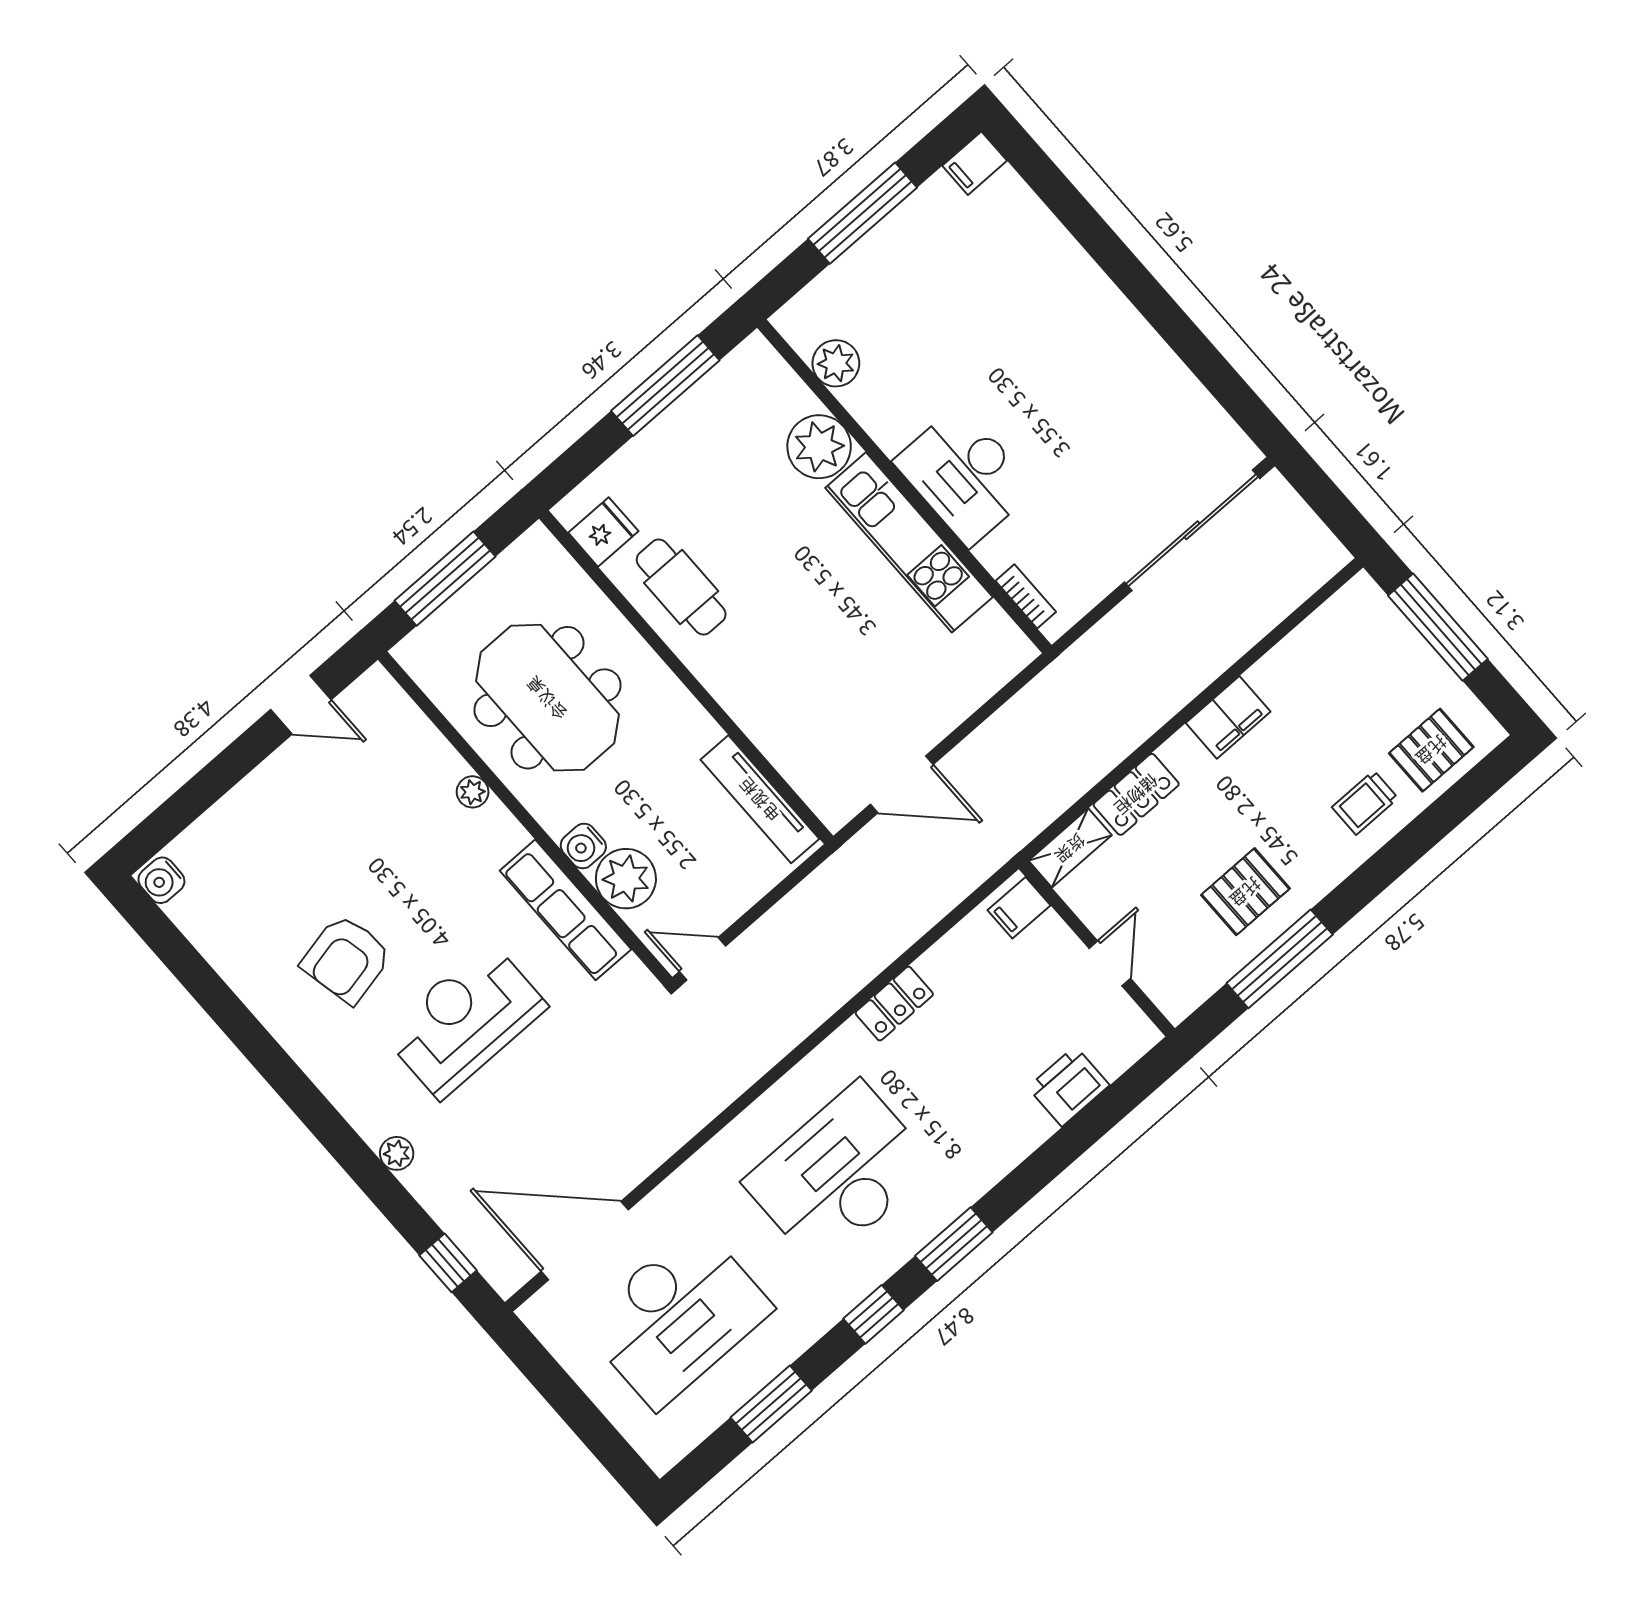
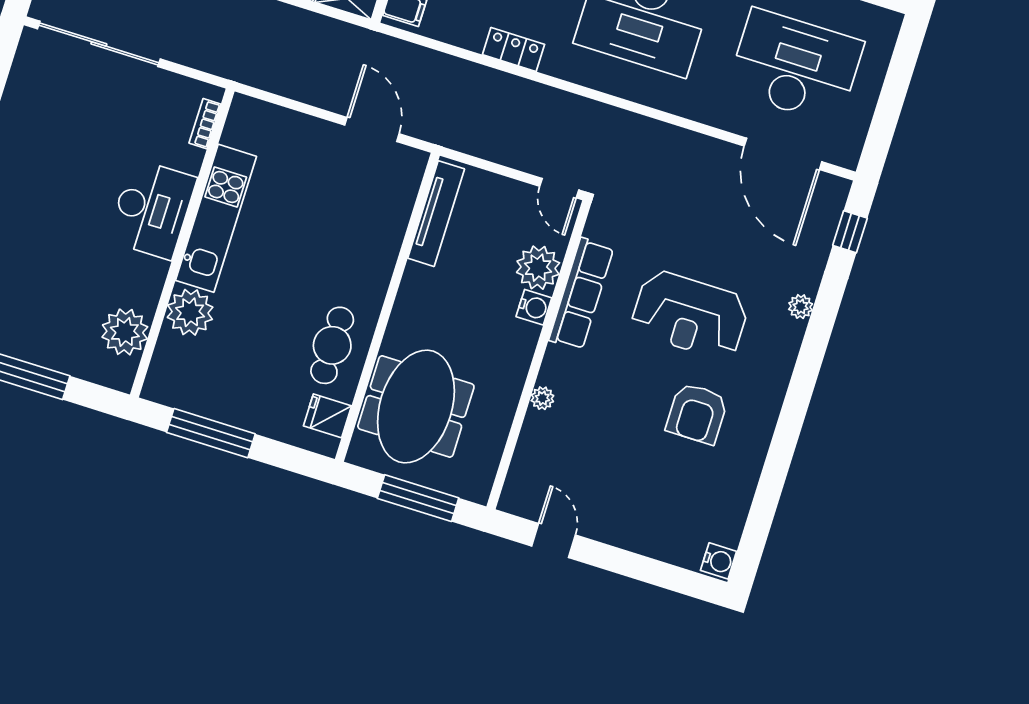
plant: (836, 363) -> (125, 332), width x1.36, depth x1.36
meeting table: (547, 698) -> (416, 406), moved
armchair: (346, 959) -> (697, 413), turned 102

